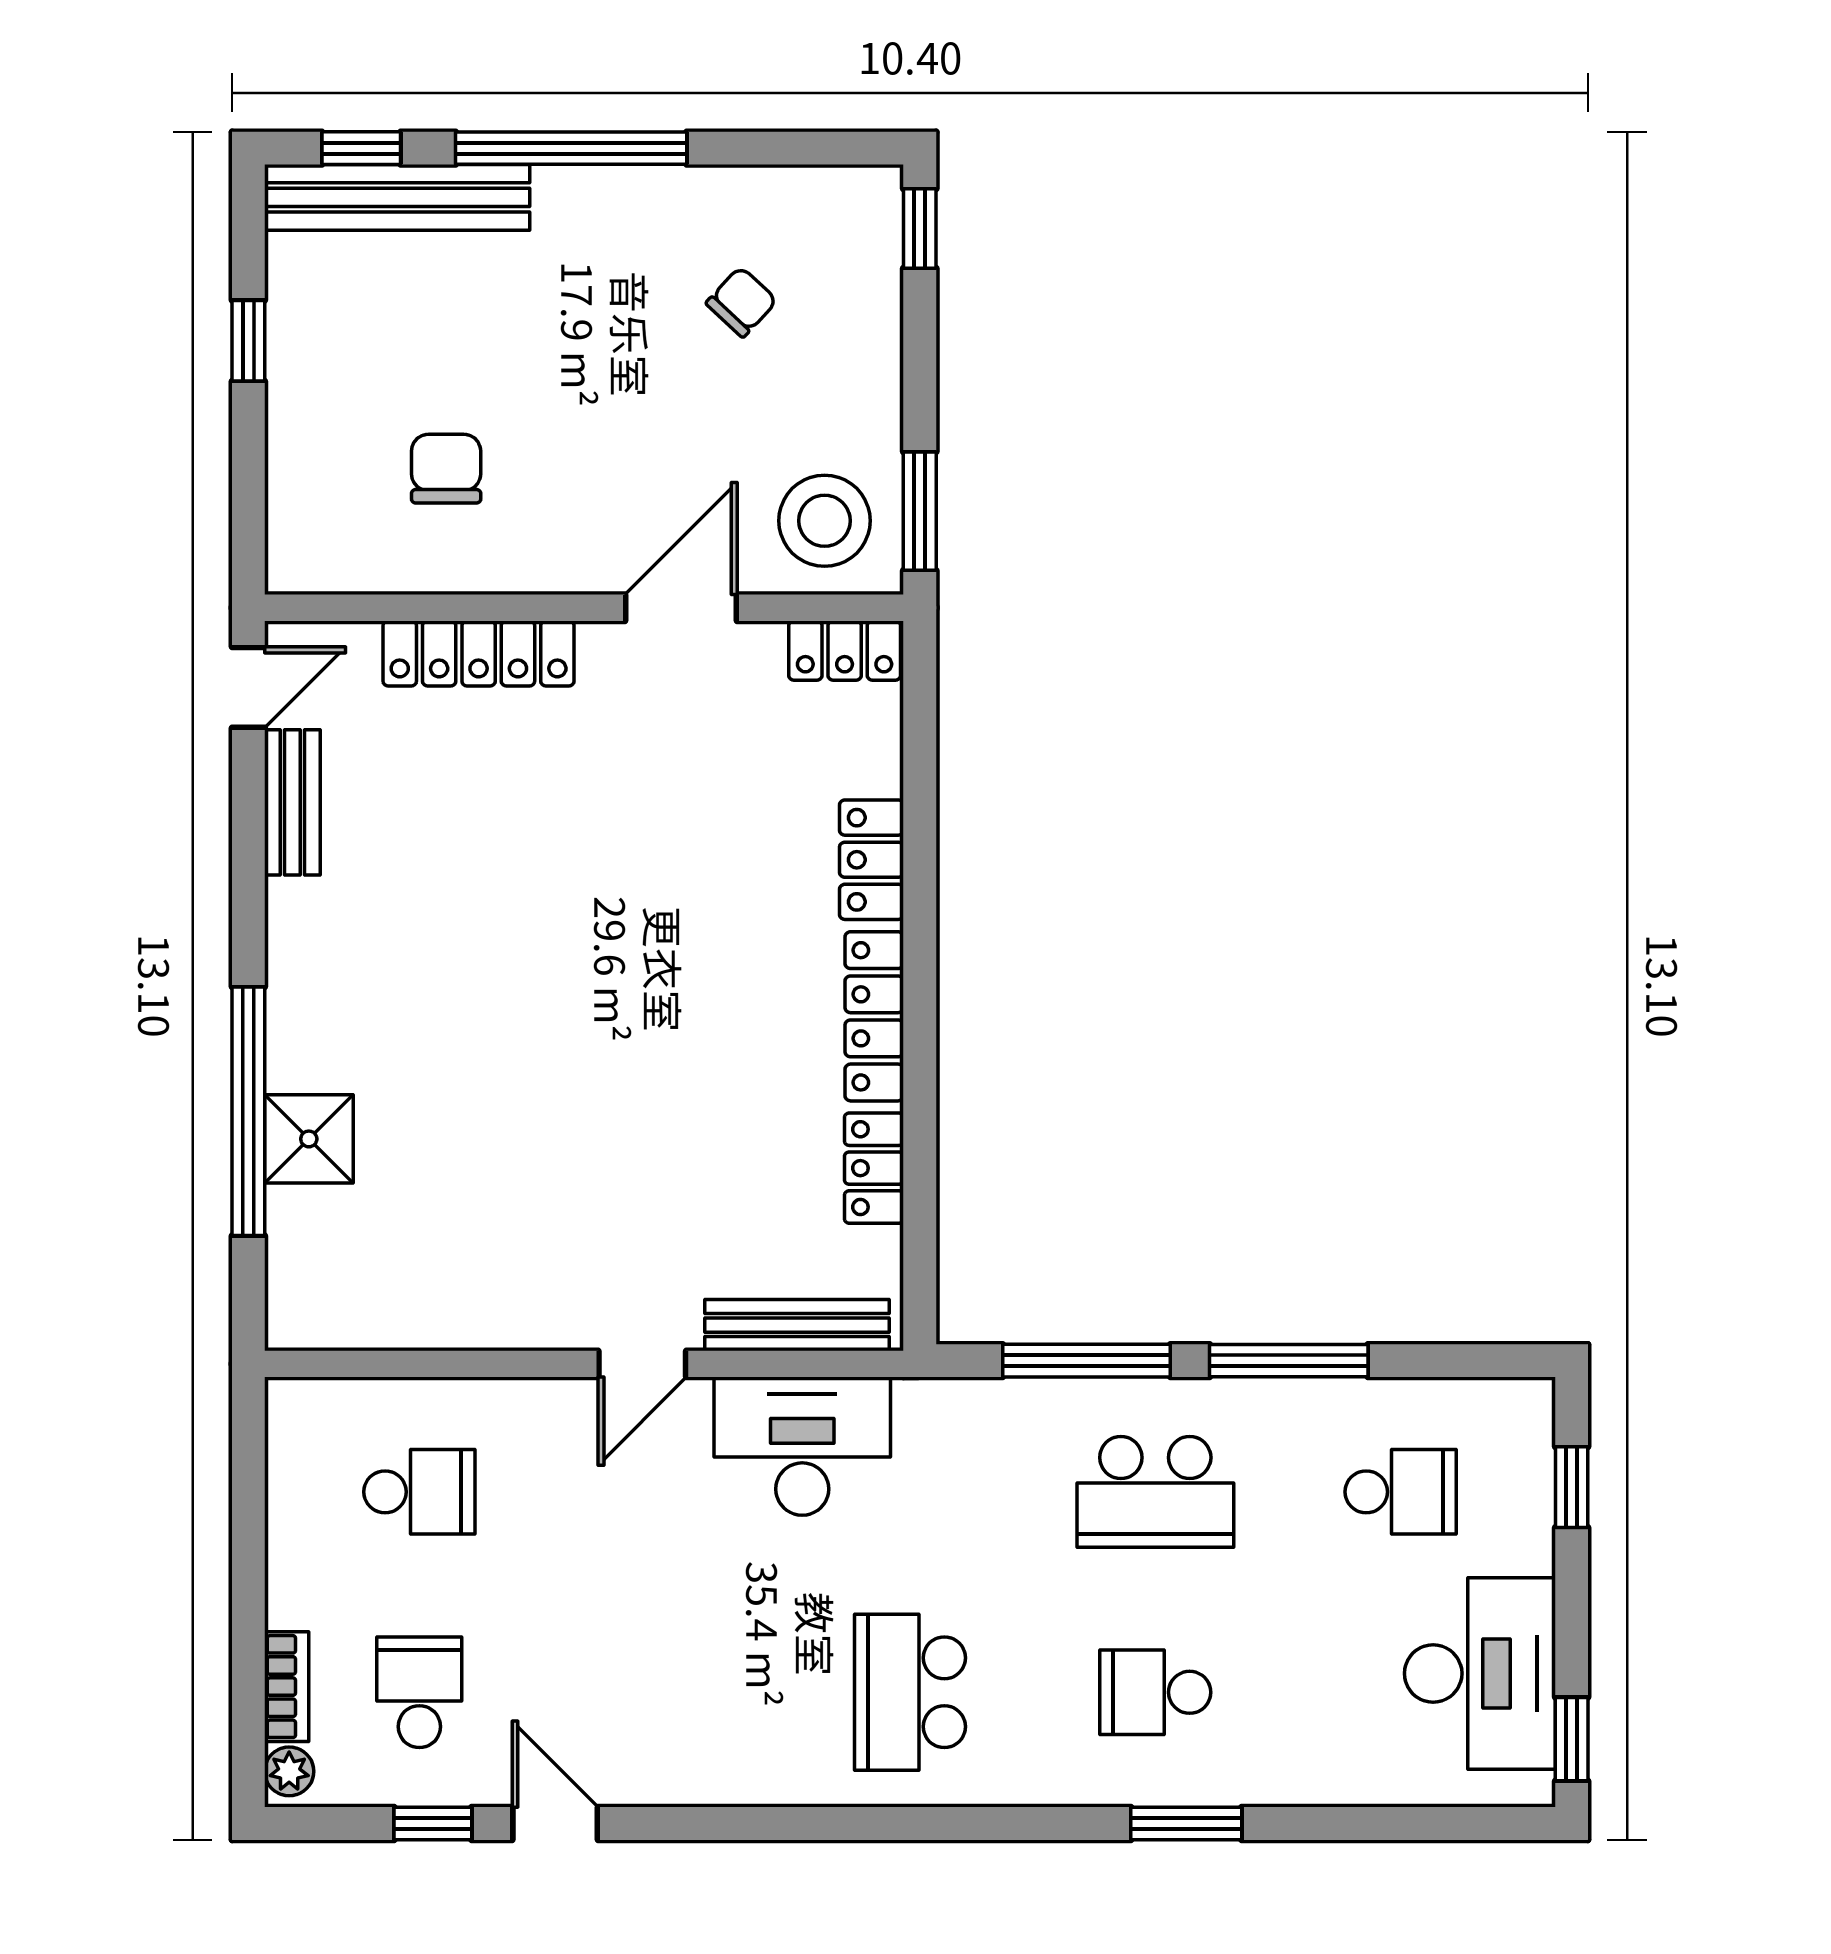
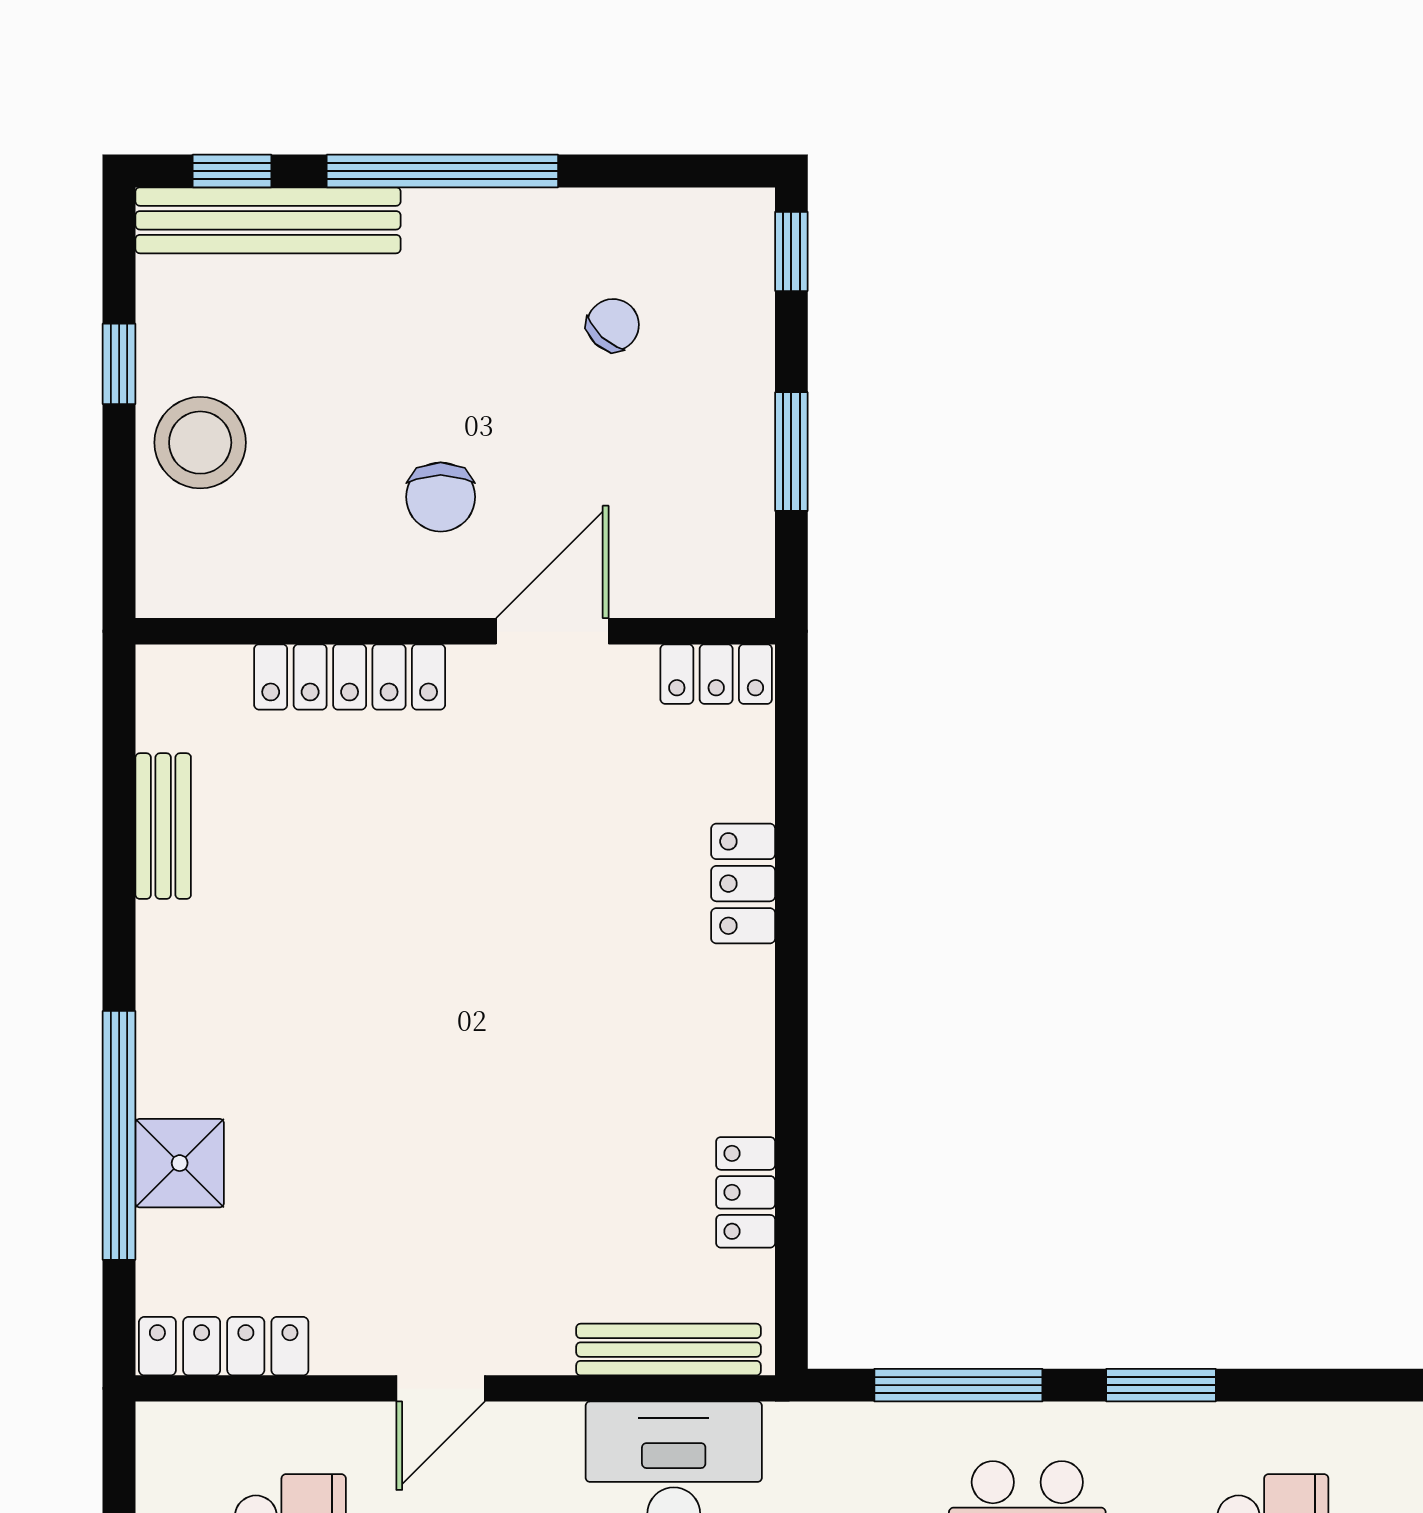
chair: (446, 469) -> (441, 497), moved, turned 180
window: (920, 511) -> (791, 452), moved
stool: (825, 521) -> (200, 443), moved
door: (248, 687) -> (119, 711), removed
locker: (874, 1016) -> (224, 1346), moved, turned 90
window: (1289, 1361) -> (1161, 1385), width x0.69
door: (642, 1364) -> (441, 1388), moved

